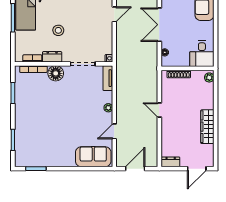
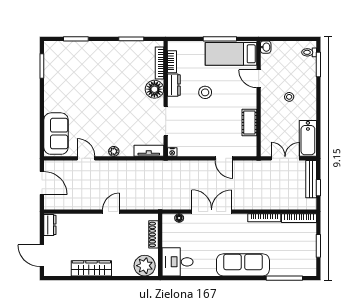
plant: (209, 77) -> (145, 266), width x1.87, depth x1.87

